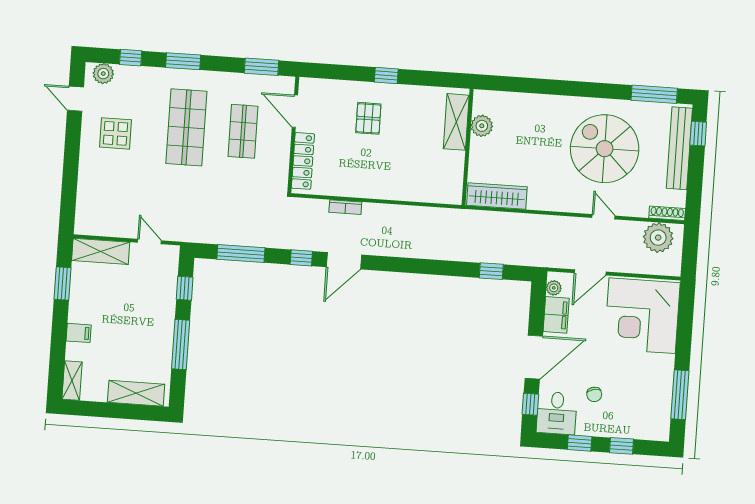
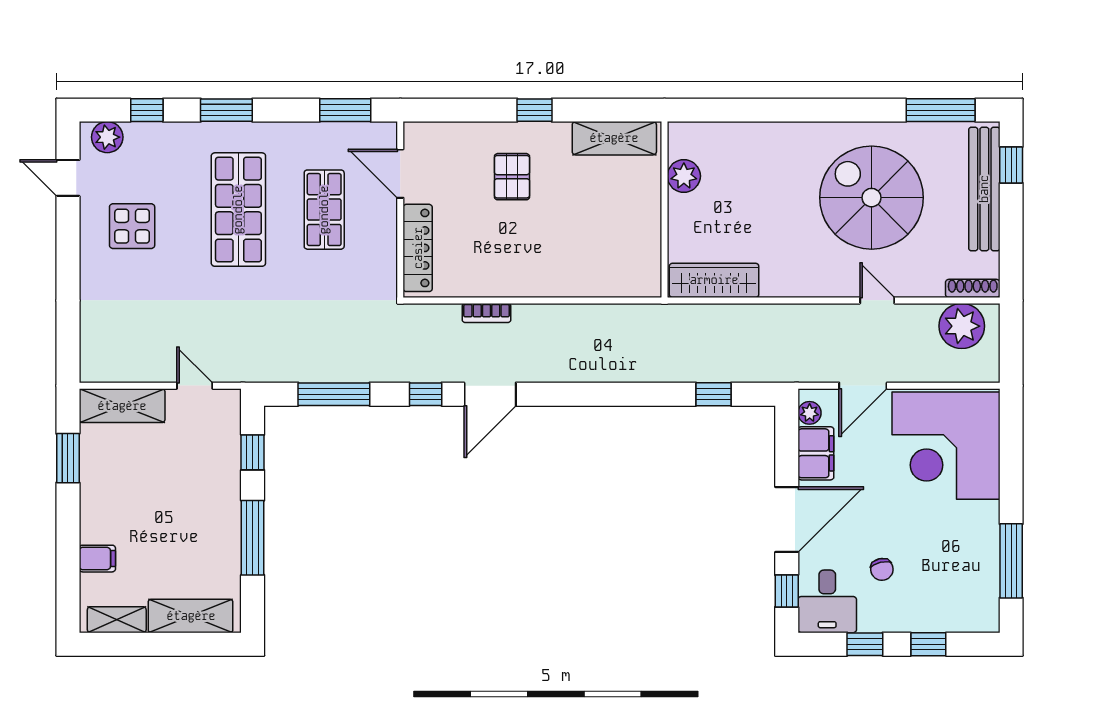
shelving: (456, 122) -> (614, 138), moved, turned 90
filing cabinet: (79, 333) -> (97, 559), moved
shelving: (72, 381) -> (117, 620), moved, turned 90

